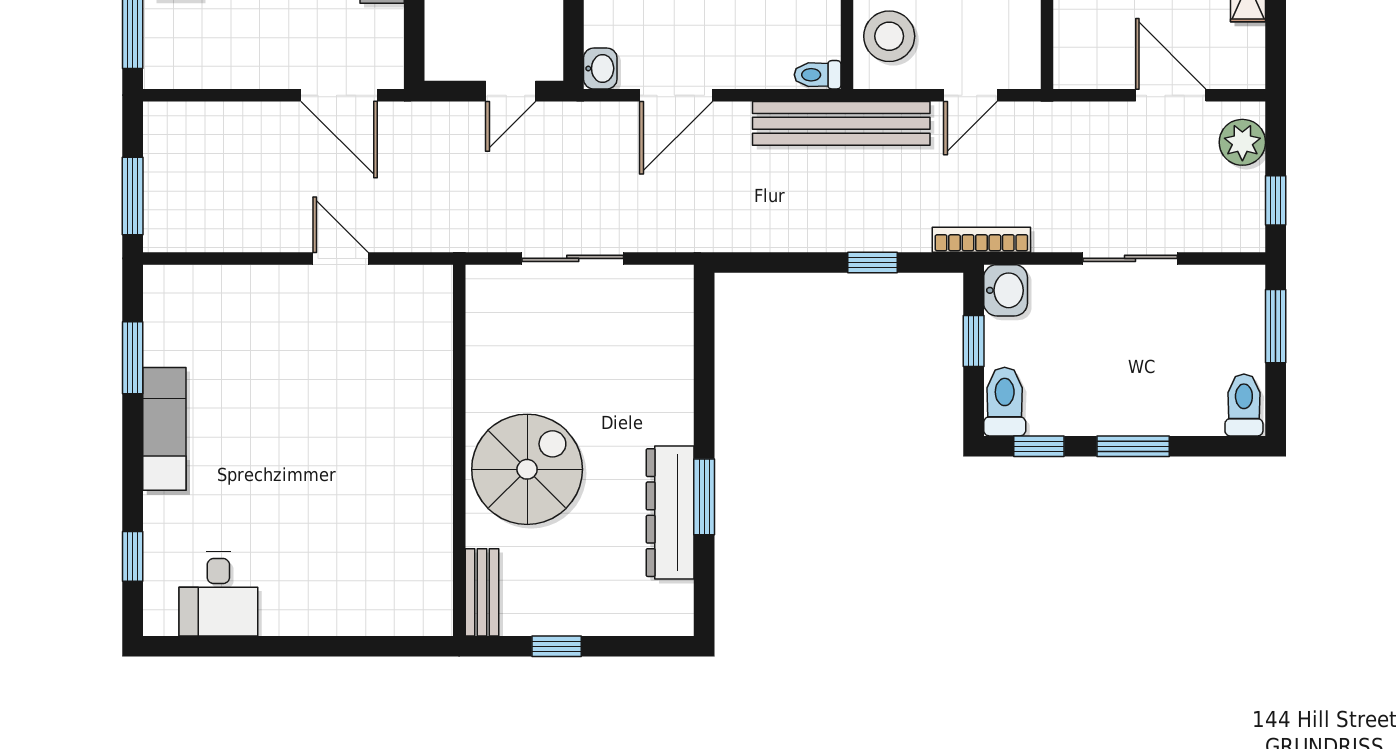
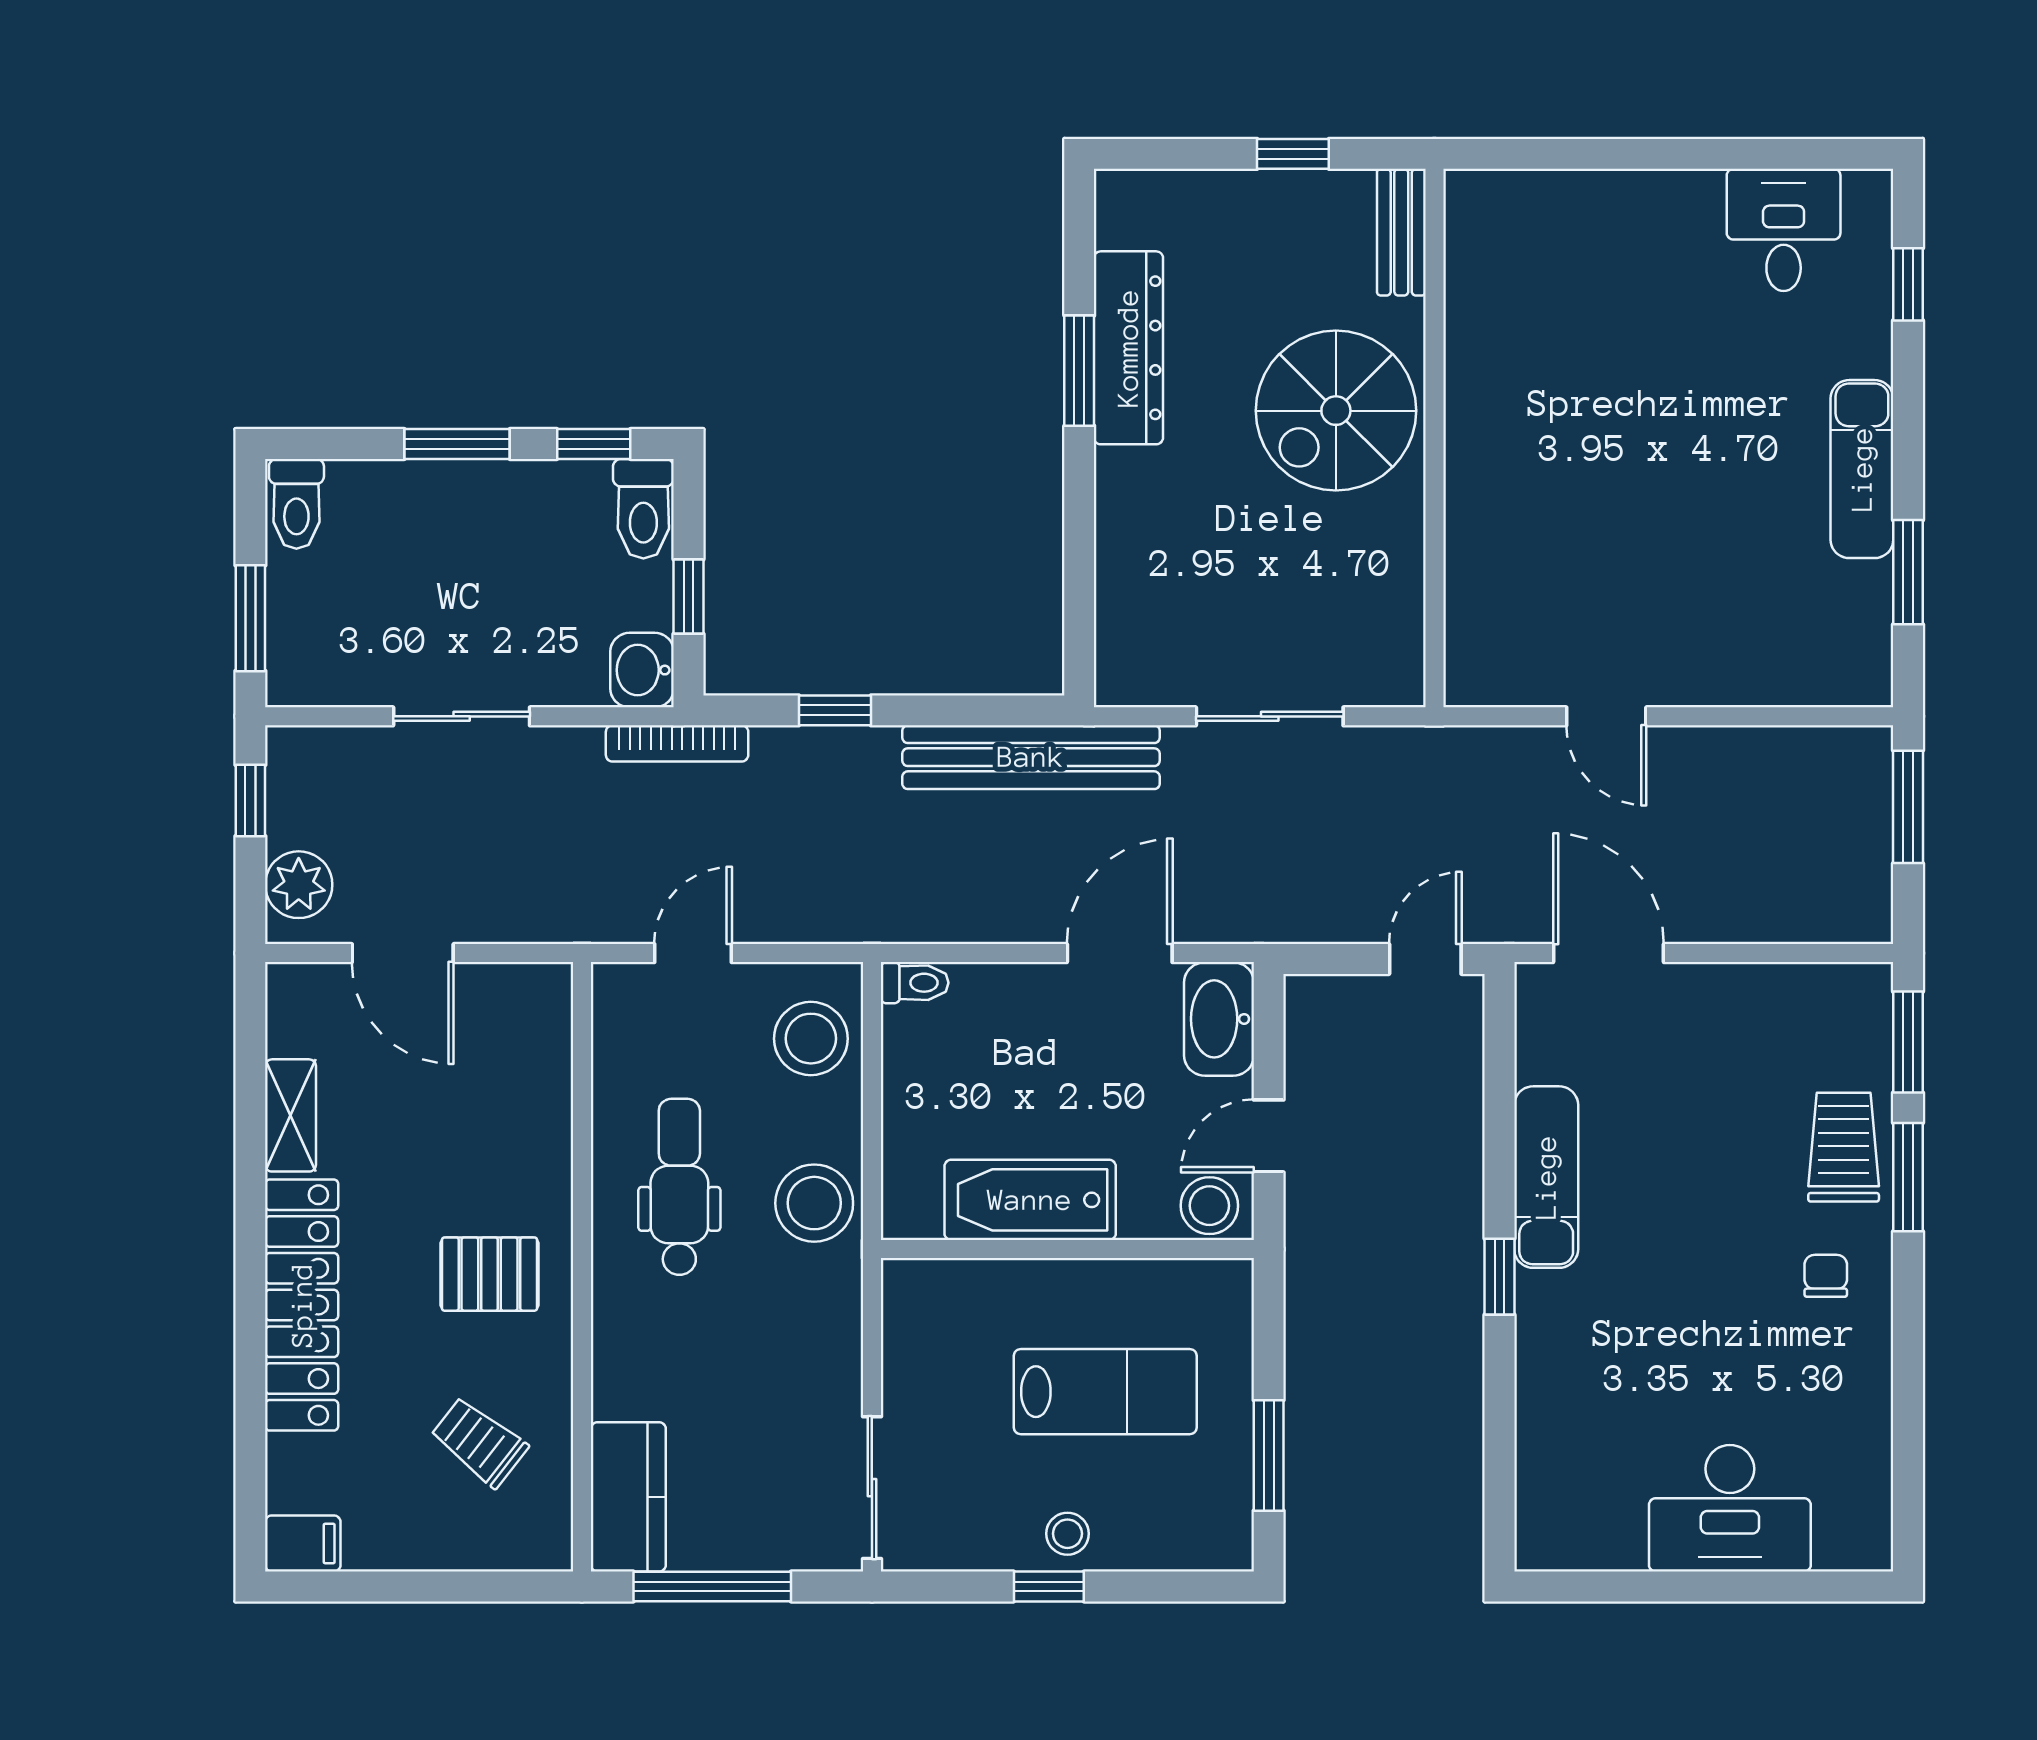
washbasin: (600, 68) -> (1219, 1019), width x1.91, depth x1.45
door: (511, 91) -> (1425, 959), moved
bench: (841, 123) -> (1031, 757), moved

